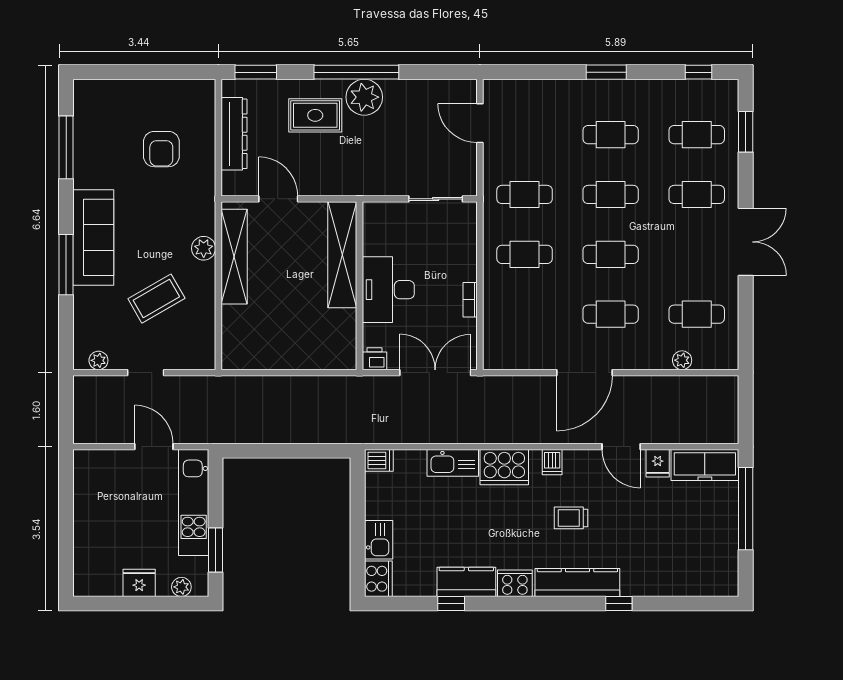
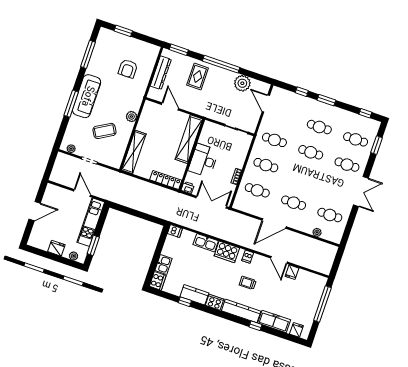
window: (124, 72) -> (123, 31), added
window: (548, 72) -> (302, 92), added
plant: (364, 97) -> (242, 83), moved
rug: (315, 115) -> (198, 77), turned 90
cafe table: (611, 254) -> (257, 190), moved
shelving: (234, 257) -> (134, 152), moved
locker: (323, 358) -> (166, 180), added
freezer: (705, 465) -> (274, 321), moved, turned 180
door: (66, 520) -> (35, 211), added
fridge: (709, 583) -> (296, 330), added

